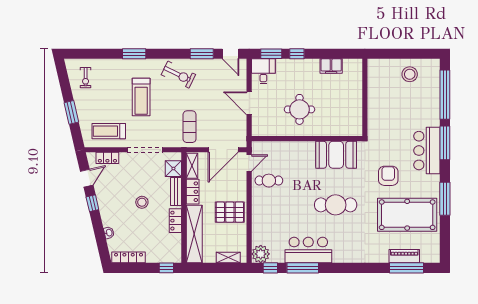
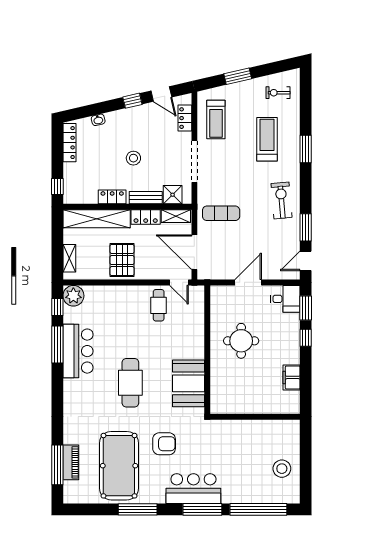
exercise bike: (178, 75) -> (281, 200), turned 149
treadmill: (141, 97) -> (267, 139), moved, turned 90
treadmill: (109, 131) -> (216, 120), turned 180

